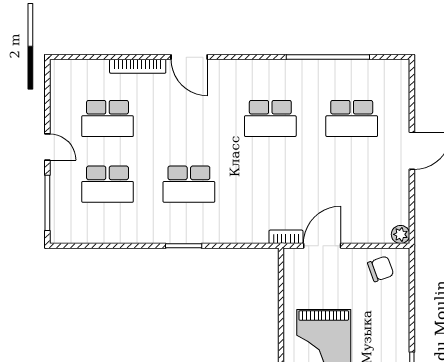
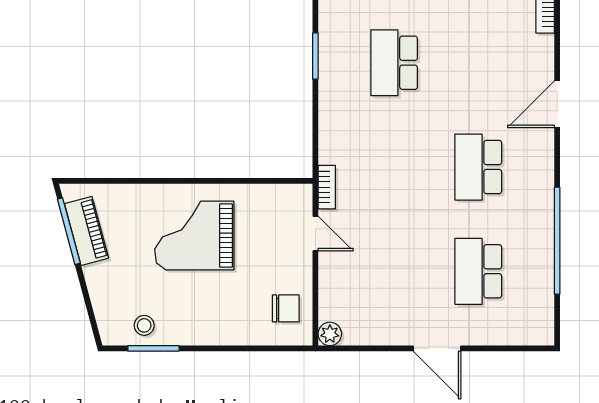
door: (189, 57) -> (557, 104), moved
door: (322, 246) -> (315, 234), width x0.73
chair: (381, 269) -> (286, 308), turned -70

